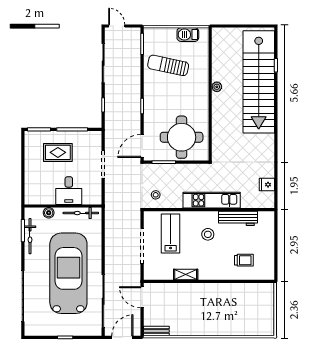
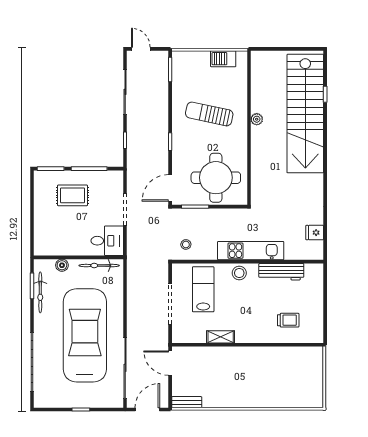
sun lounger: (168, 65) -> (209, 114), moved
desk: (69, 191) -> (107, 241), moved, turned -90
stool: (208, 234) -> (239, 273), moved

